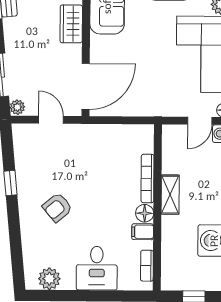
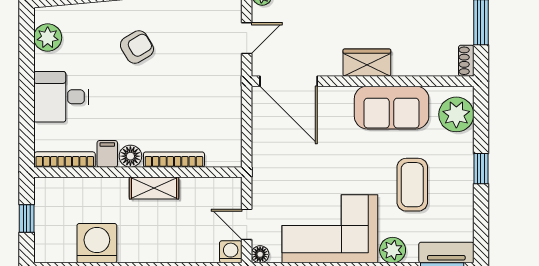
armchair: (57, 207) -> (137, 47), turned 99
bookcase: (147, 266) -> (65, 160), width x1.56

